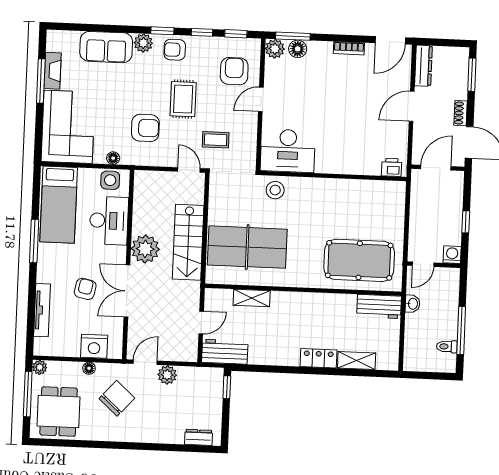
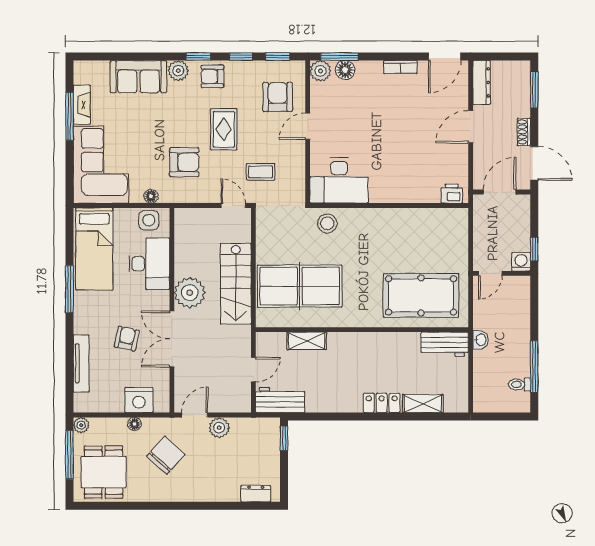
washing machine: (452, 255) -> (521, 262), moved
door: (423, 264) -> (490, 273), moved
wall: (434, 265) -> (502, 273), moved

